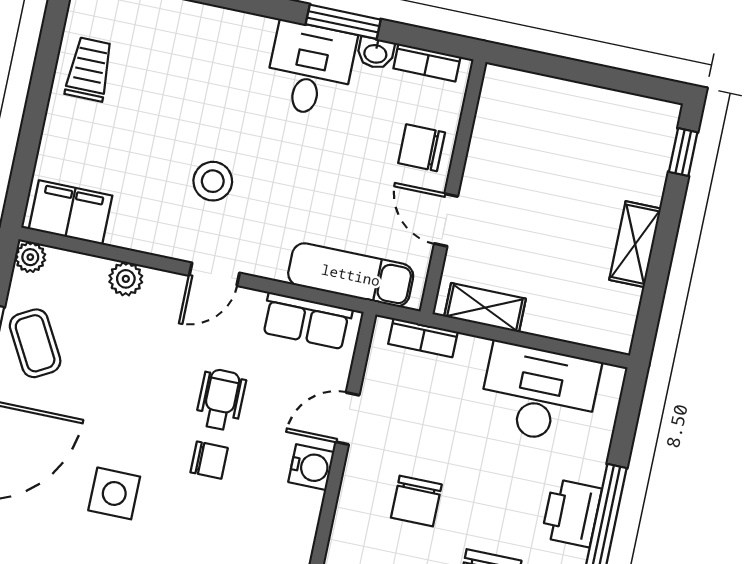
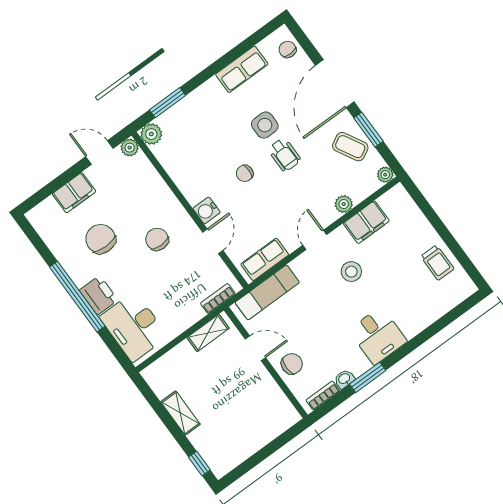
desk: (310, 69) -> (378, 336), moved
filing cabinet: (71, 212) -> (366, 222), moved
desk: (539, 393) -> (134, 327), moved, turned 90
wheelchair: (221, 400) -> (284, 155), moved

